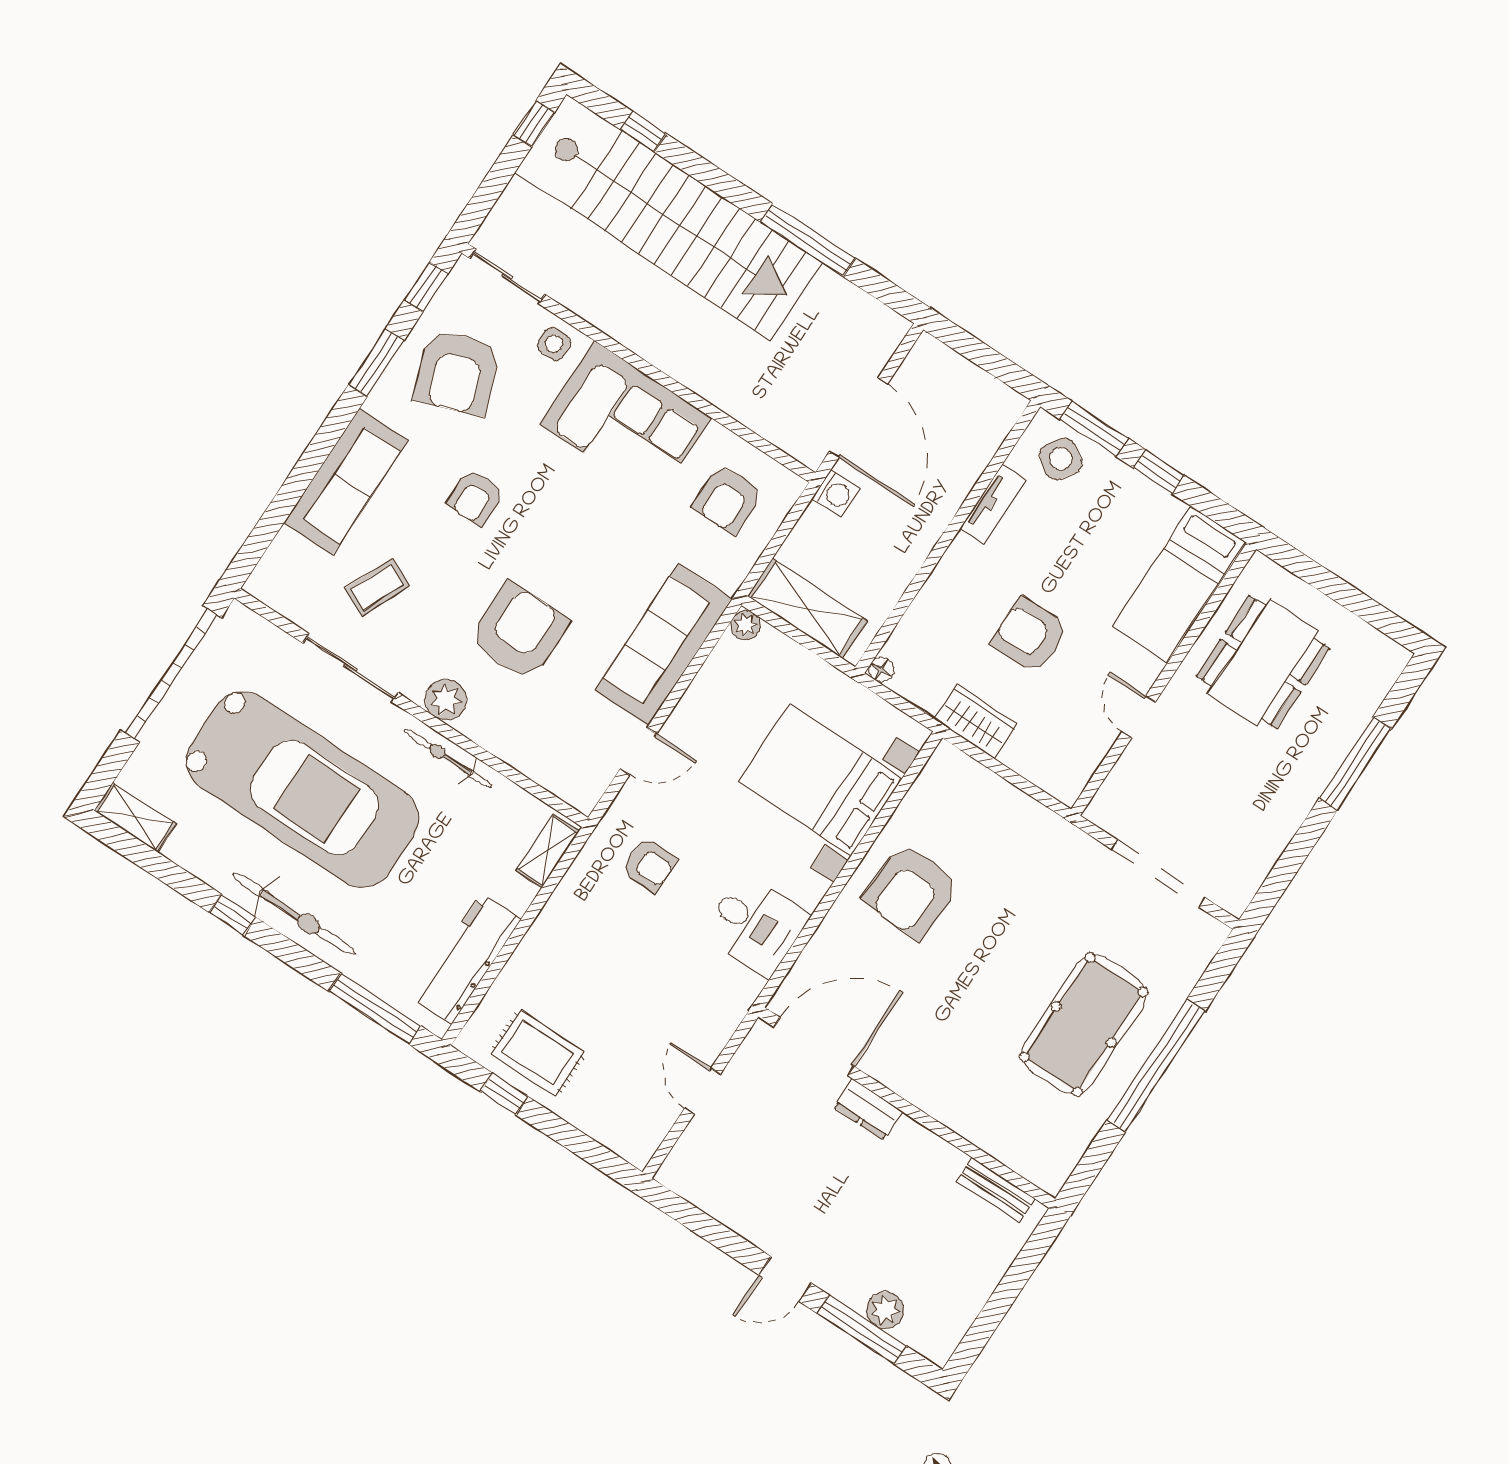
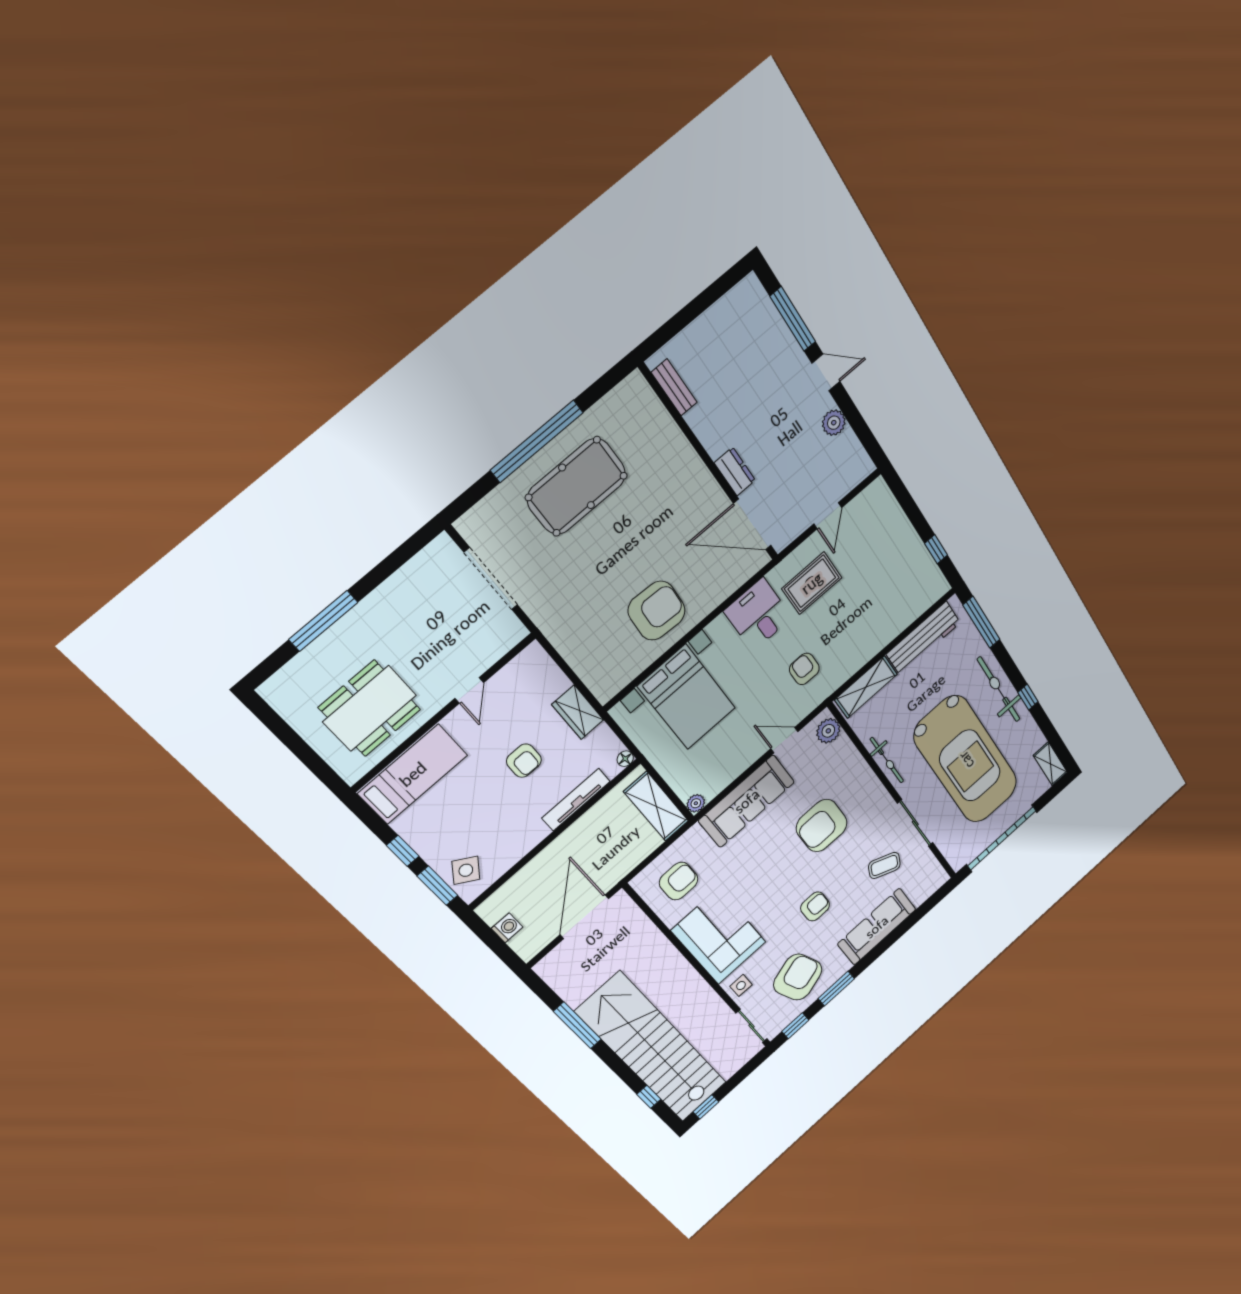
washing machine: (836, 493) -> (507, 928), moved, turned 90
tv unit: (993, 505) -> (576, 800), moved, width x1.41
armchair: (1030, 635) -> (524, 761), width x0.72, depth x0.72
plant: (446, 700) -> (828, 731), moved
car: (303, 790) -> (966, 760), turned 180
shelving: (548, 851) -> (866, 687), width x1.50, depth x1.33
rug: (538, 1053) -> (812, 583), moved, turned 90
plant: (885, 1310) -> (834, 423), moved

